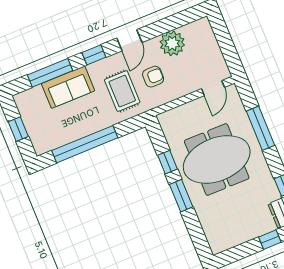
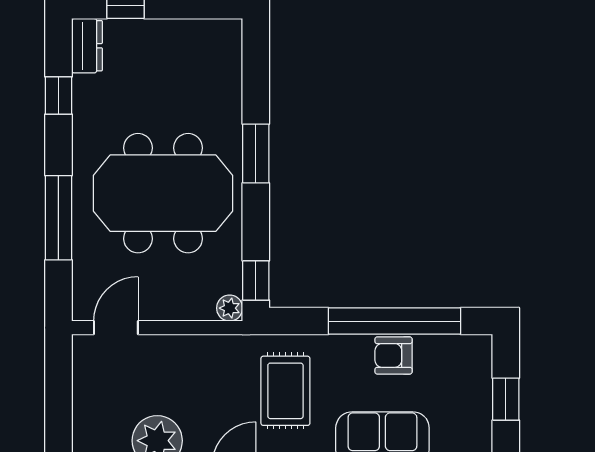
armchair: (153, 77) -> (394, 355), moved
plant: (164, 119) -> (230, 308), added
window: (167, 162) -> (256, 280), moved

